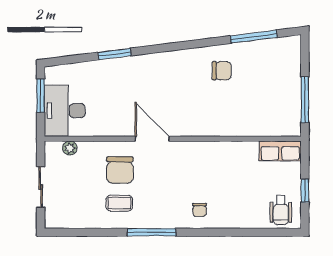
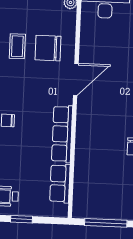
row of seats: (211, 151) -> (62, 134), added
row of seats: (280, 151) -> (60, 183), moved

